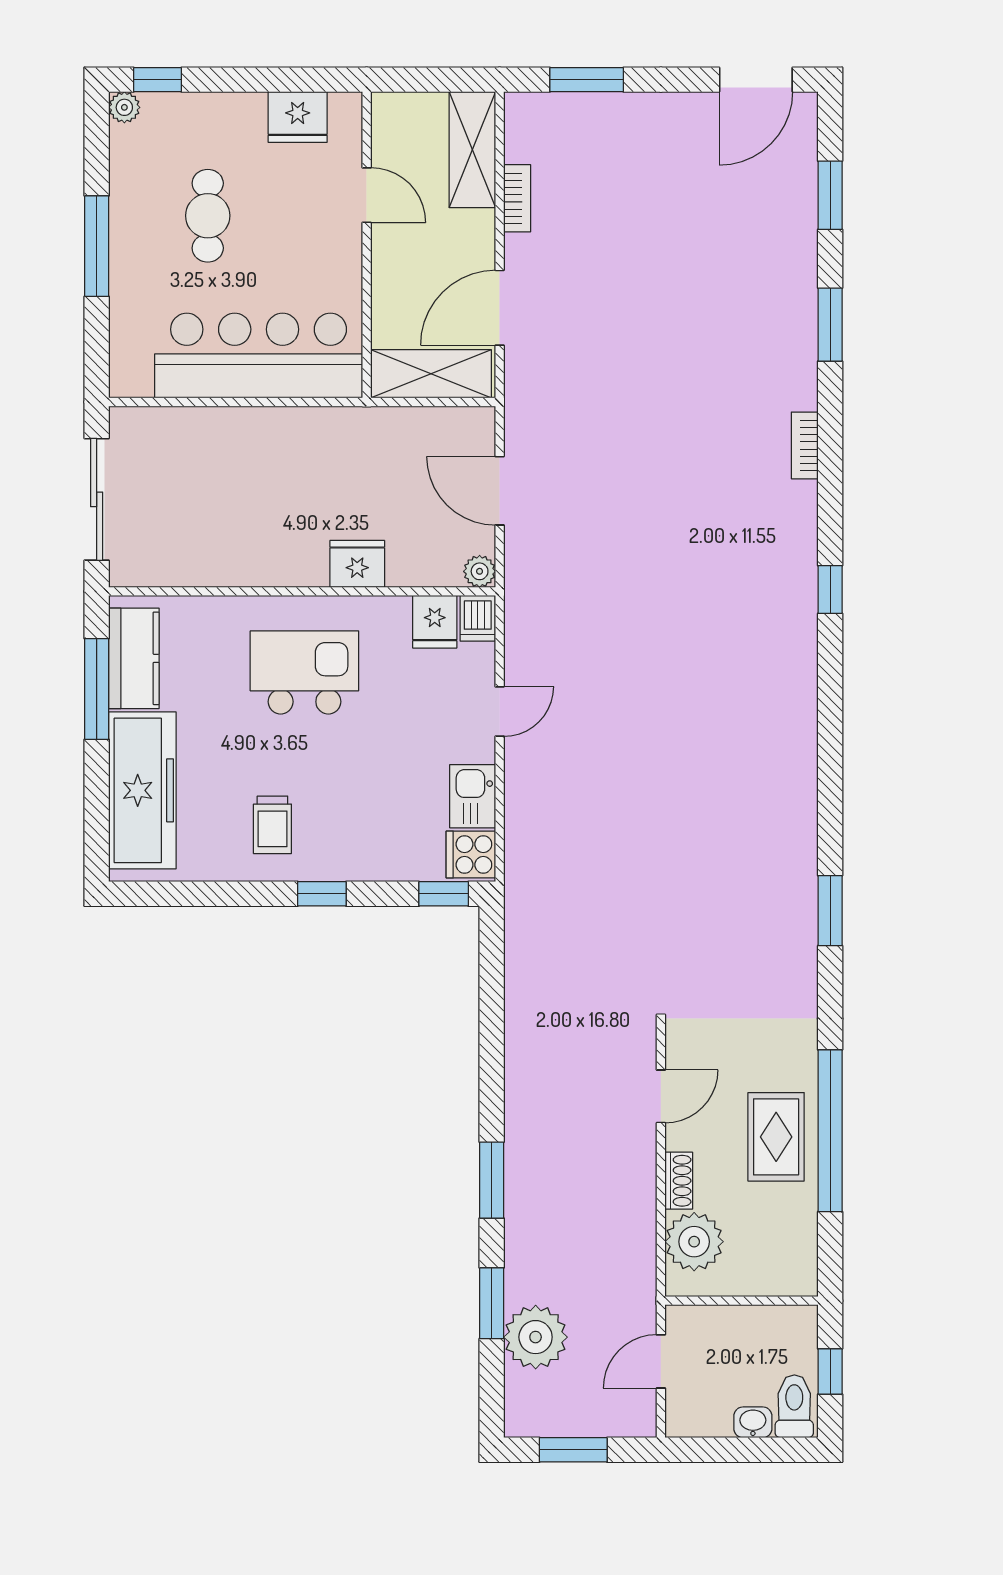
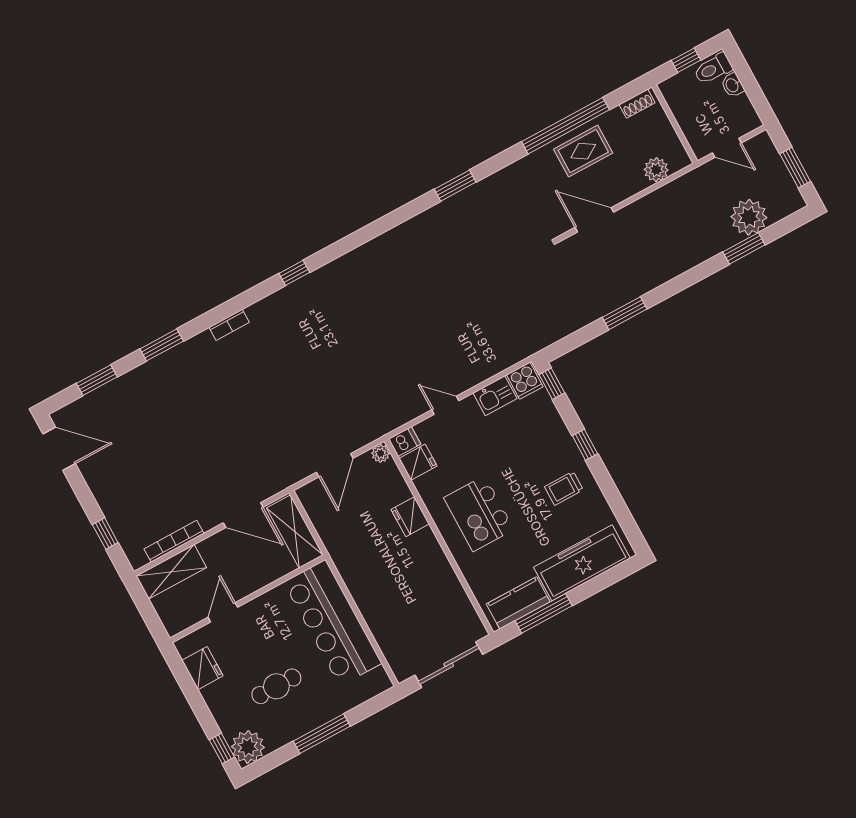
window: (587, 80) -> (105, 534), width x0.67
plant: (124, 107) -> (248, 747), width x1.88, depth x1.88
bookcase: (517, 198) -> (174, 541), width x1.56
trolley: (272, 825) -> (564, 488), turned 180
door: (661, 1096) -> (594, 220), width x1.38
window: (492, 1180) -> (625, 313), moved
shoe rack: (679, 1181) -> (637, 104), moved, turned 180
plant: (694, 1242) -> (656, 170), width x0.73, depth x0.73

